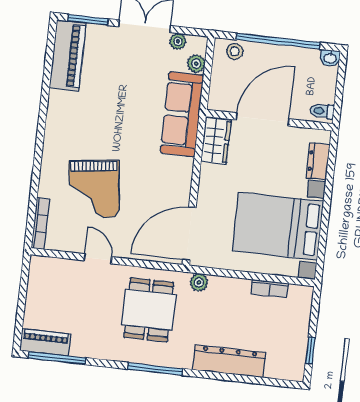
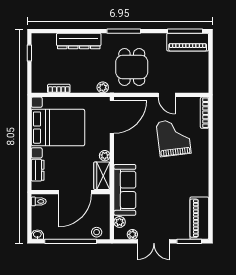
plant: (208, 173) -> (105, 156), added
piano: (45, 342) -> (188, 42), width x1.37, depth x1.33

